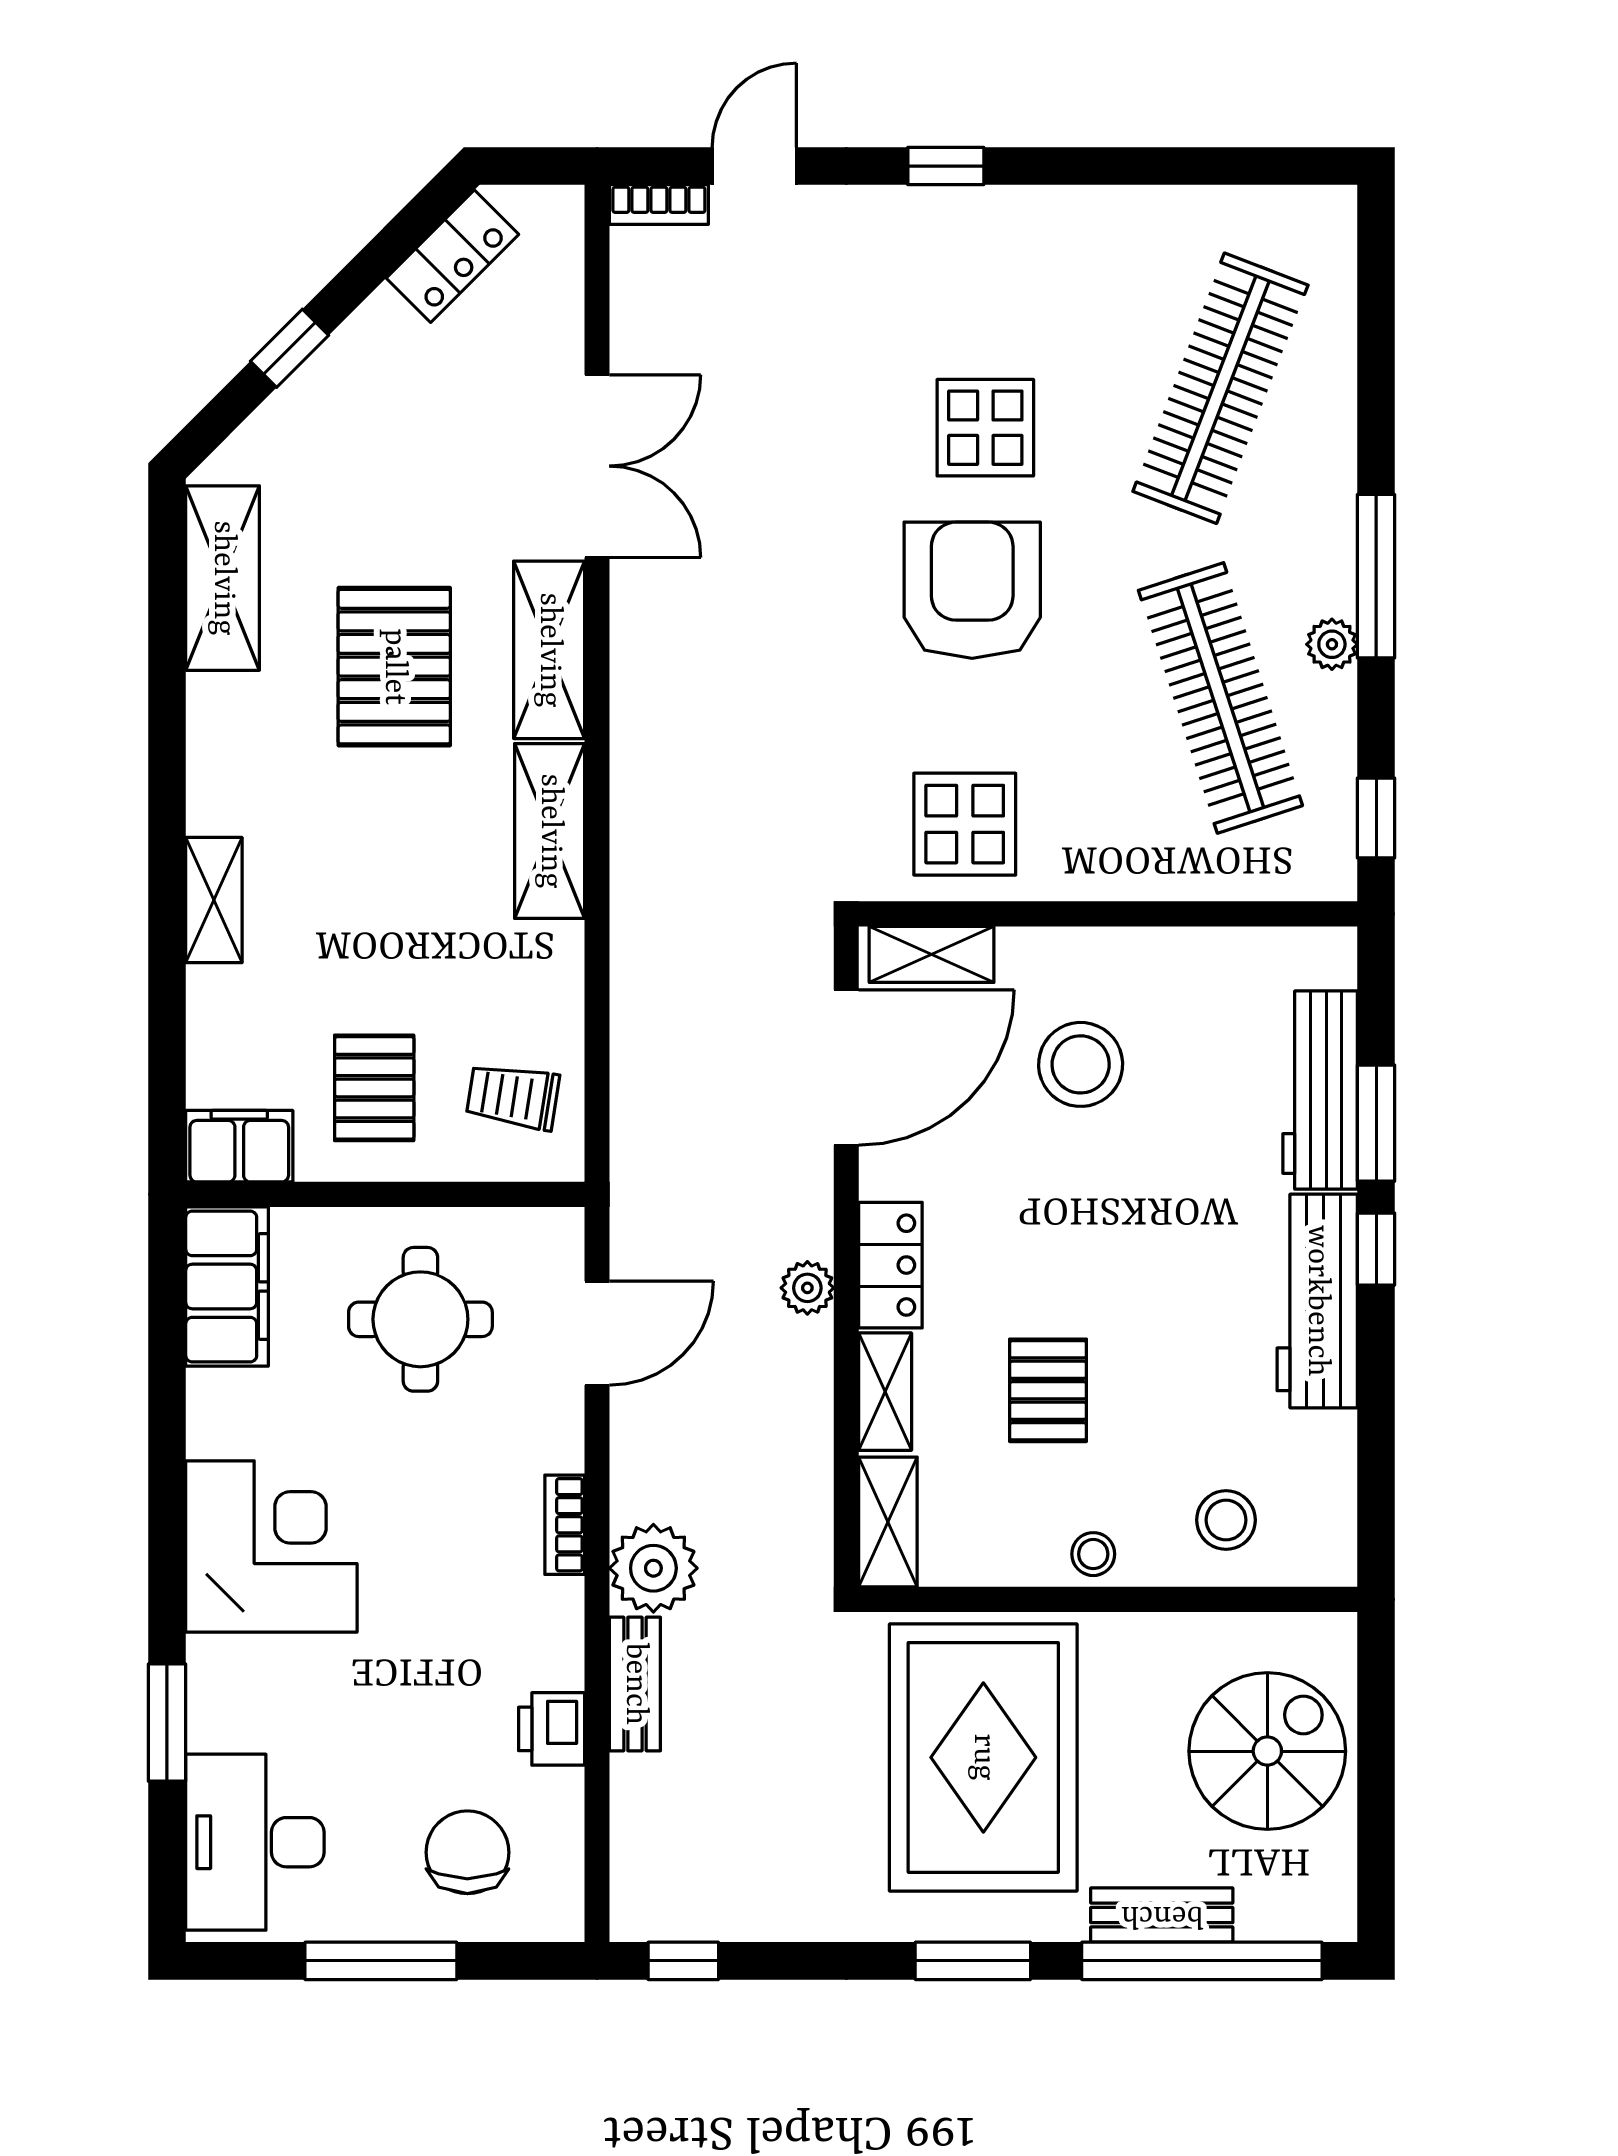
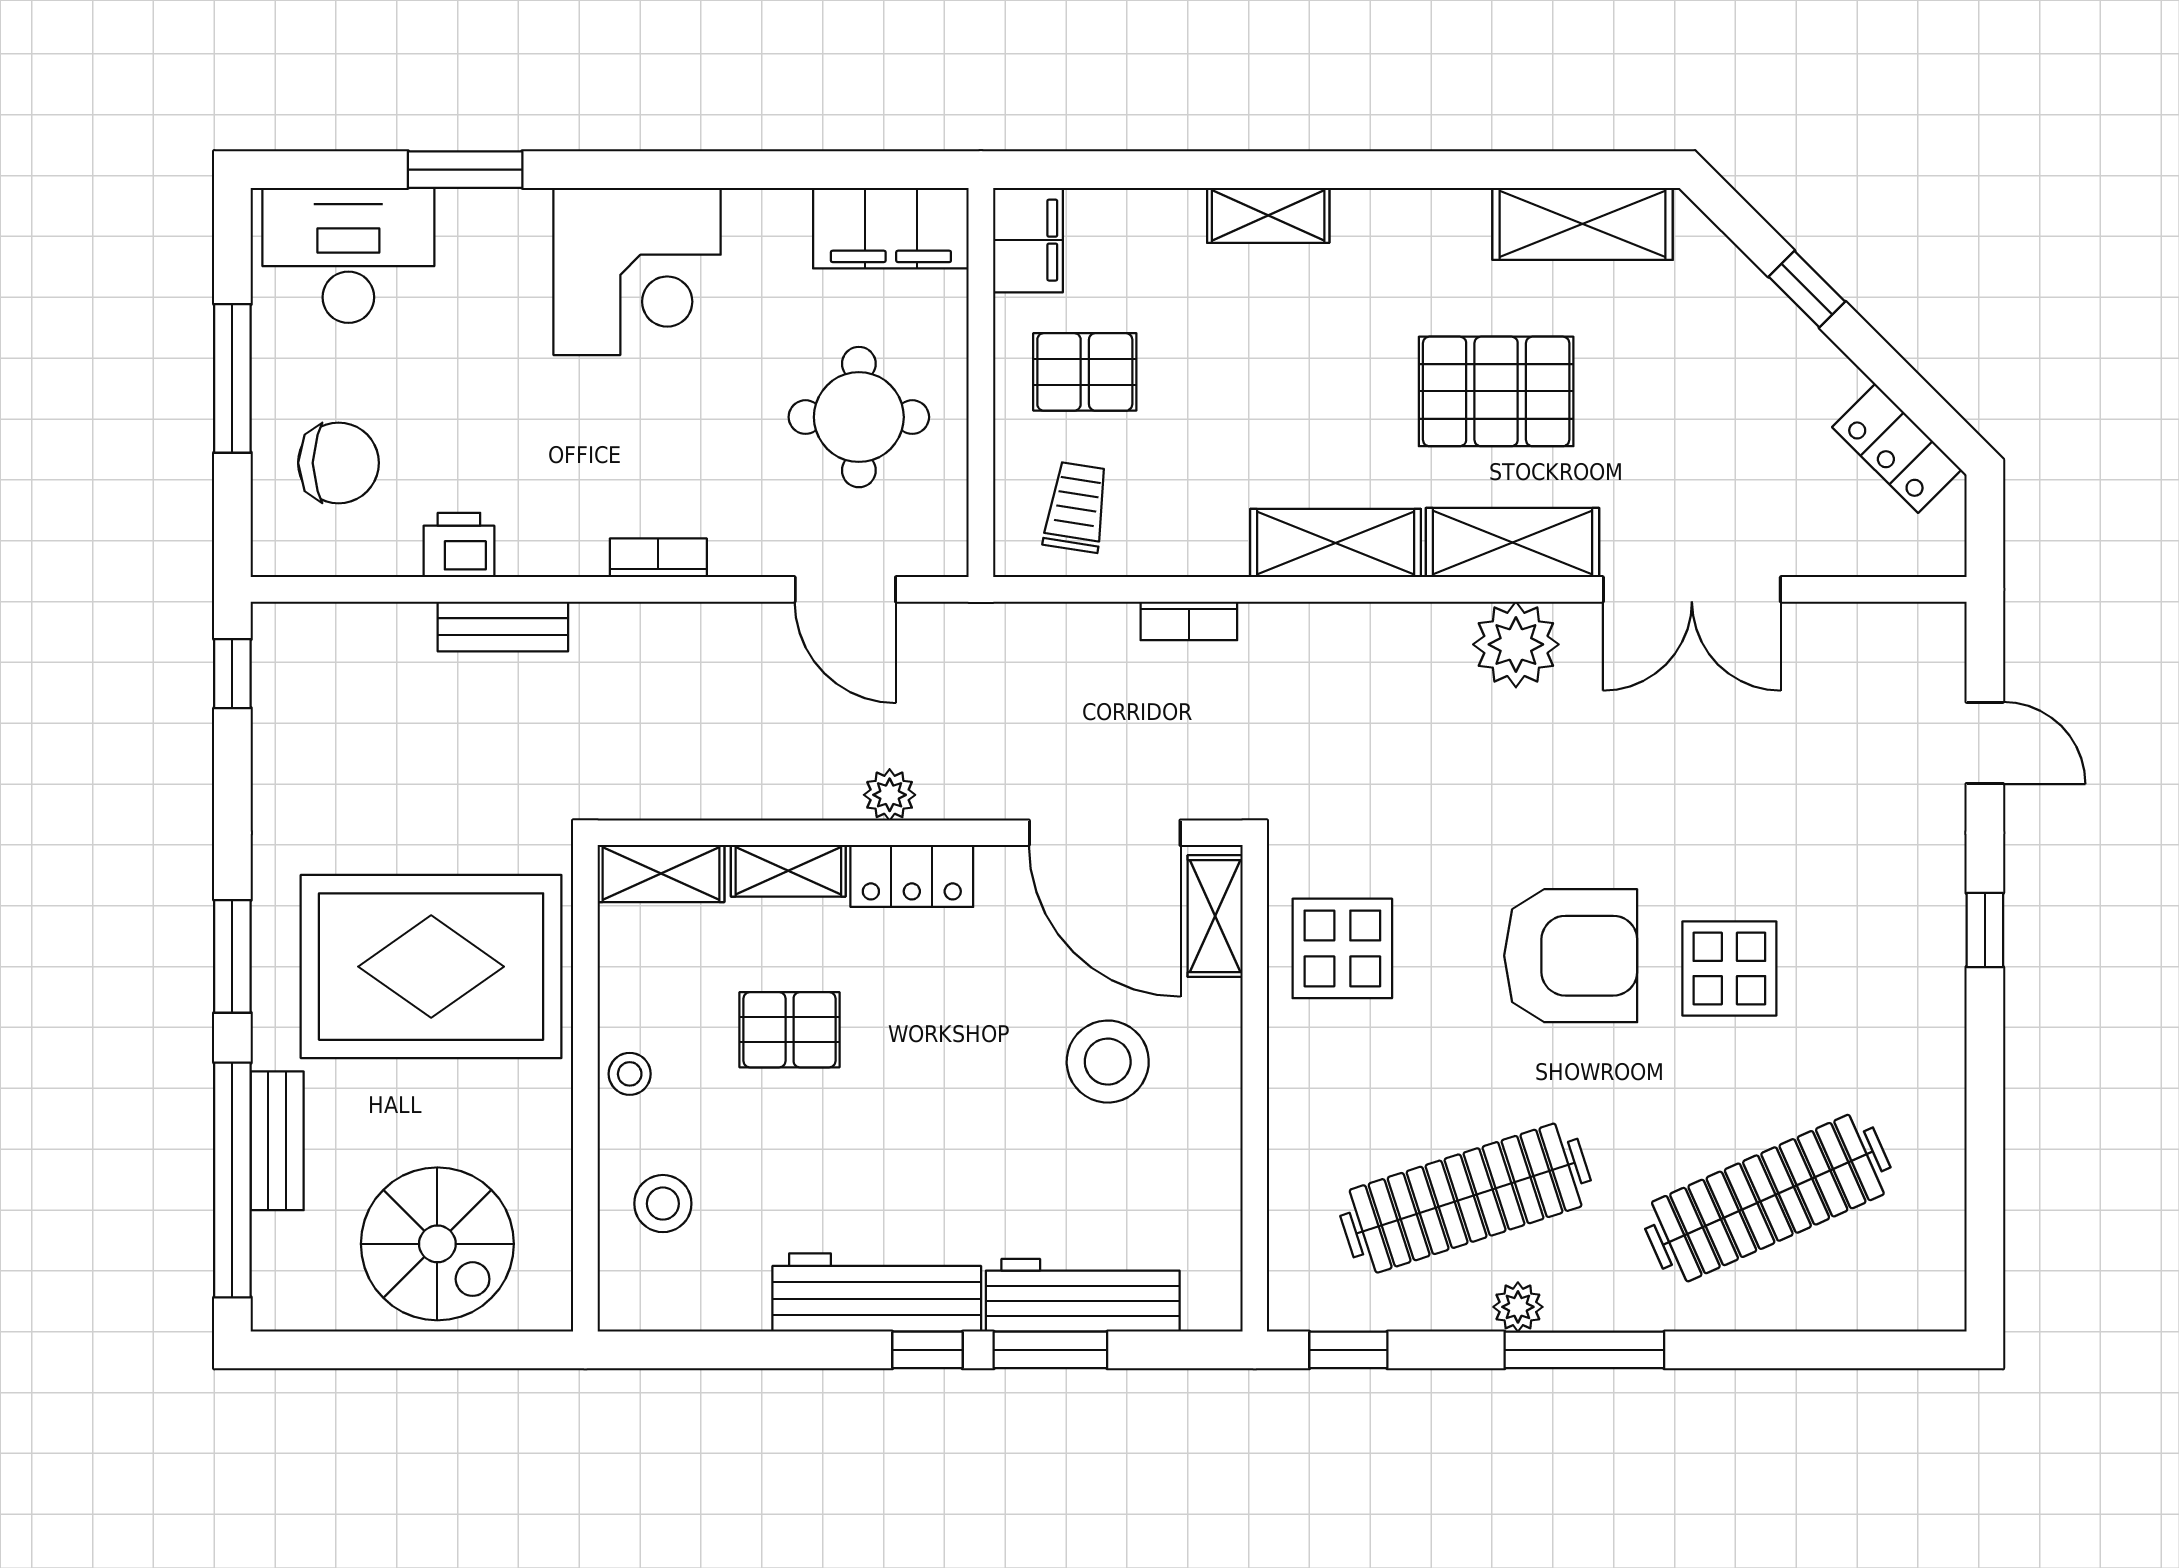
bookcase: (659, 205) -> (1189, 621), moved, turned -90
clothes rail: (1220, 388) -> (1768, 1198), turned -45
plant: (653, 1568) -> (1516, 644), moved

